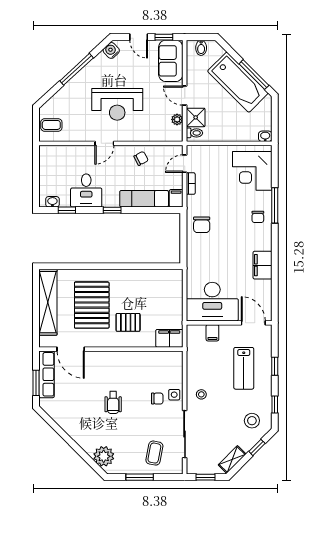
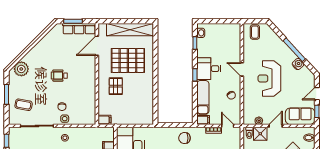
water cooler: (111, 50) -> (298, 64), moved
desk: (86, 191) -> (209, 69), moved
filing cabinet: (169, 338) -> (104, 120), width x0.50

